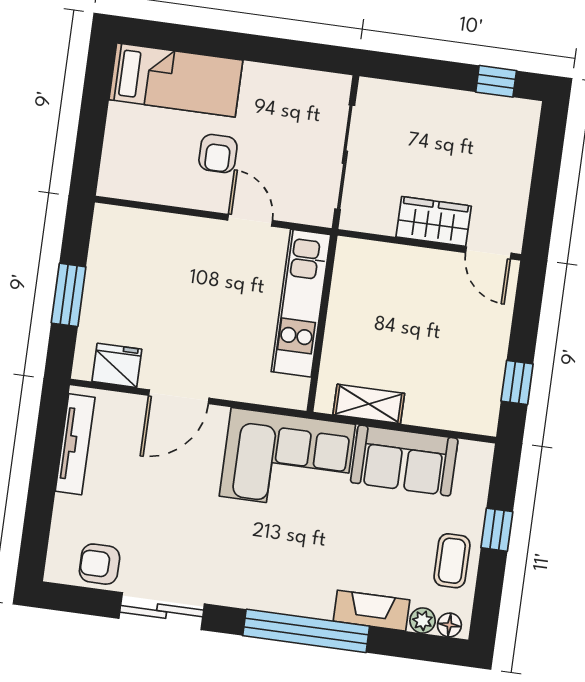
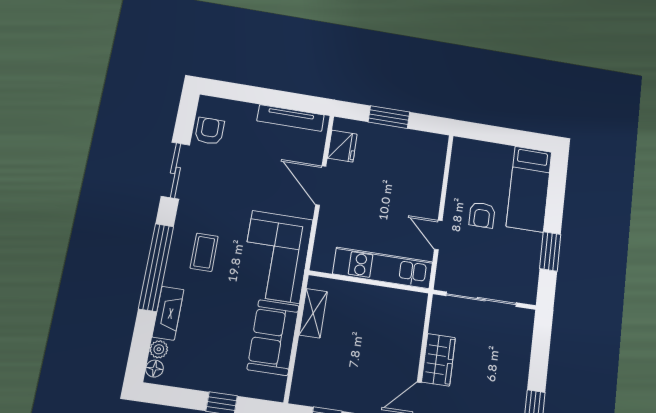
window: (271, 51) -> (550, 251), added
armchair: (218, 154) -> (482, 215), turned -90
door: (250, 220) -> (438, 235), swing flipped
coffee table: (452, 561) -> (204, 252), moved, turned 90

